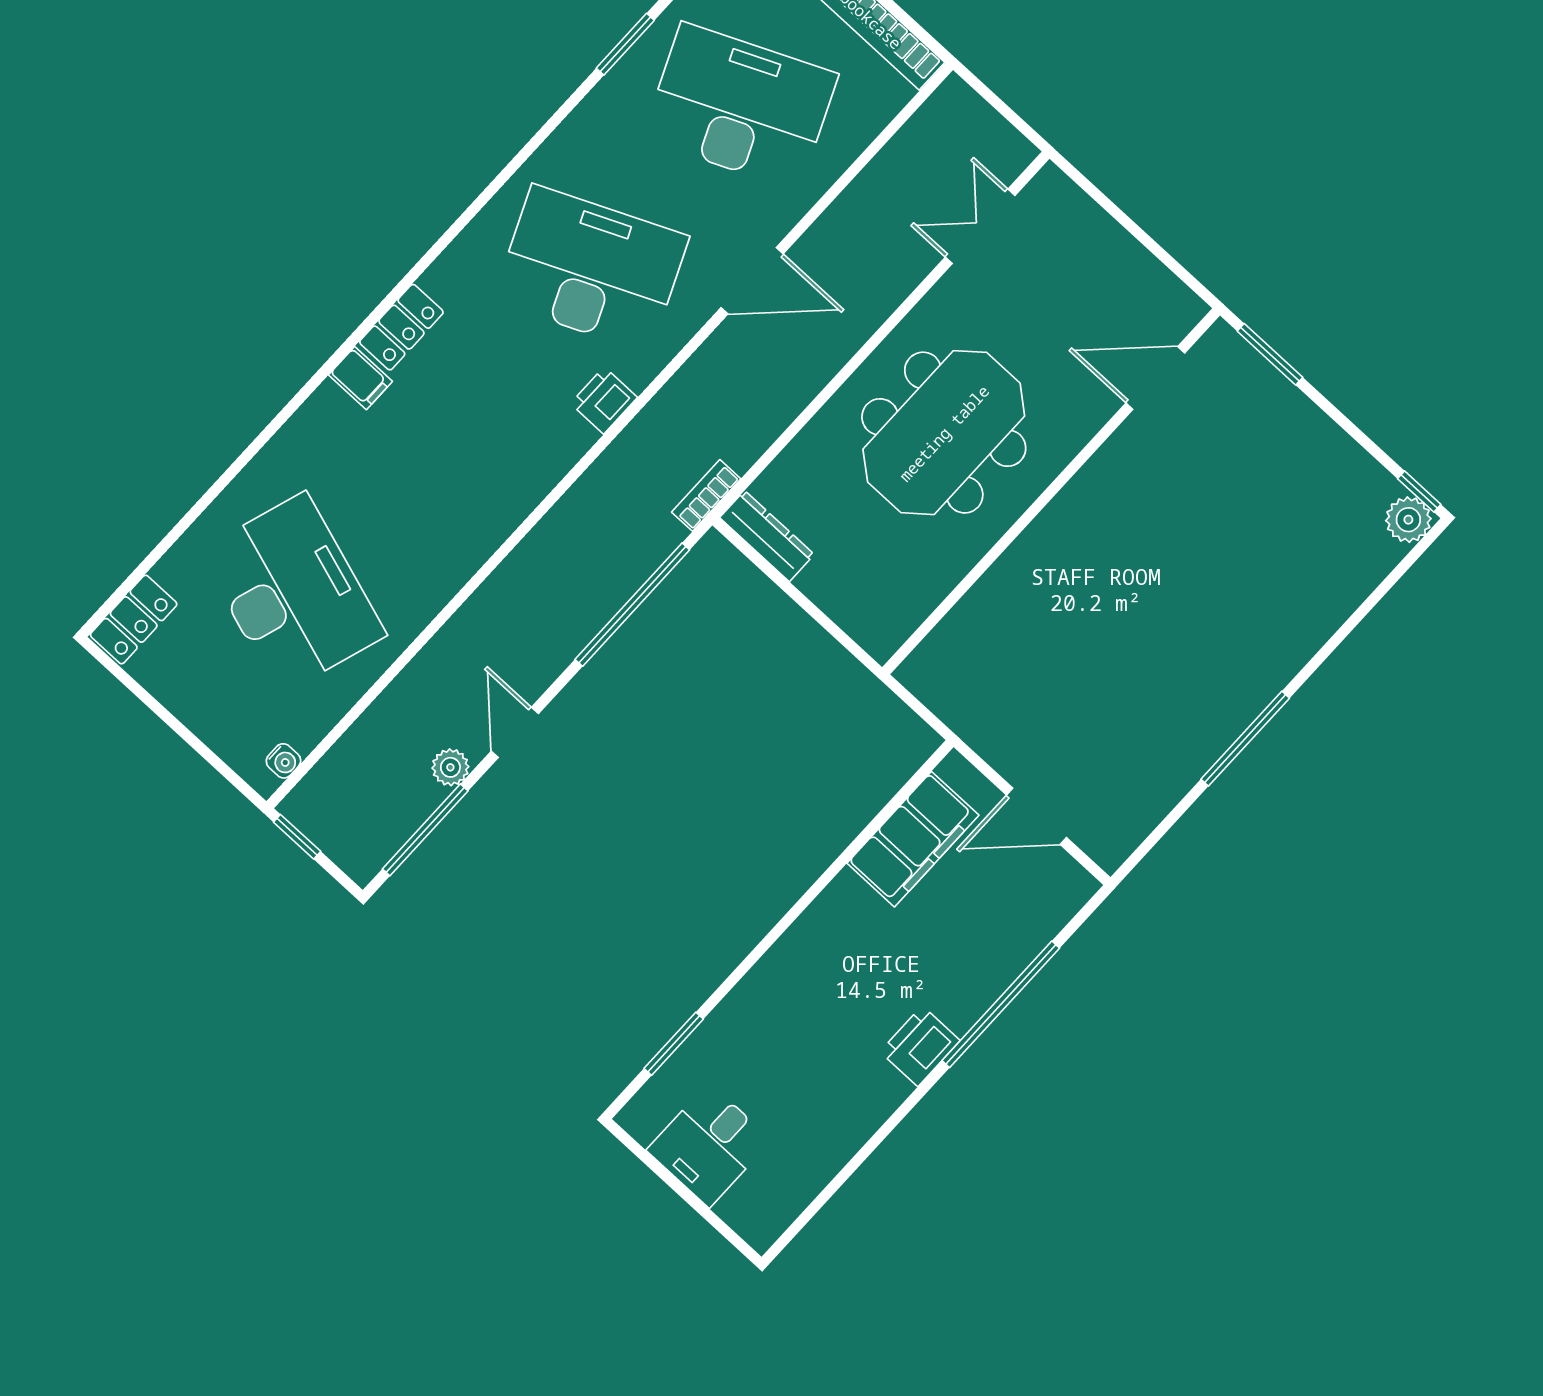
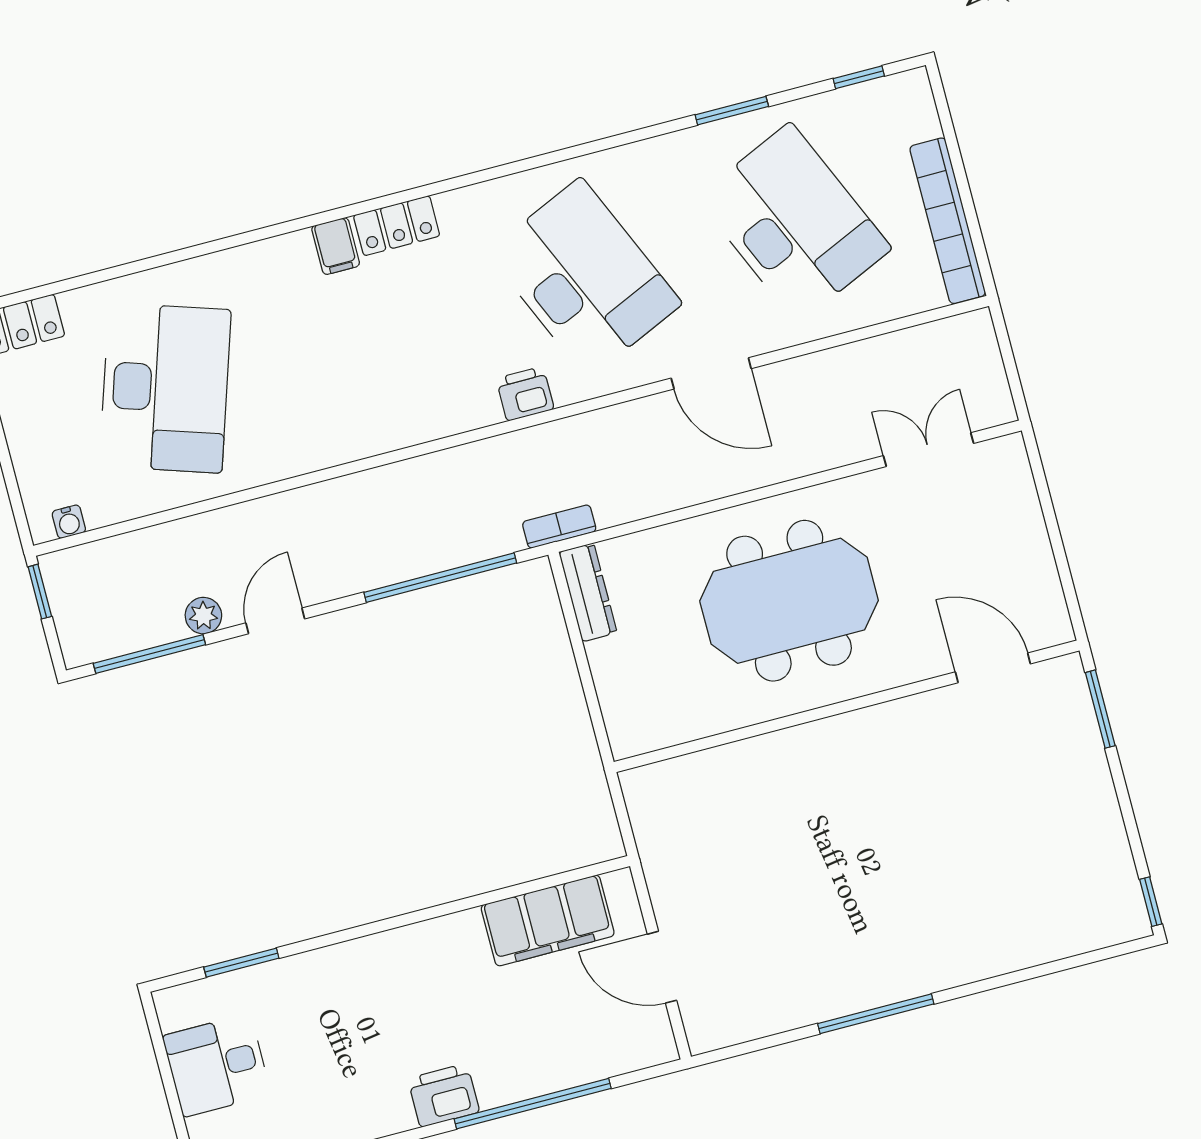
plant: (1408, 520) -> (1127, 919), removed

